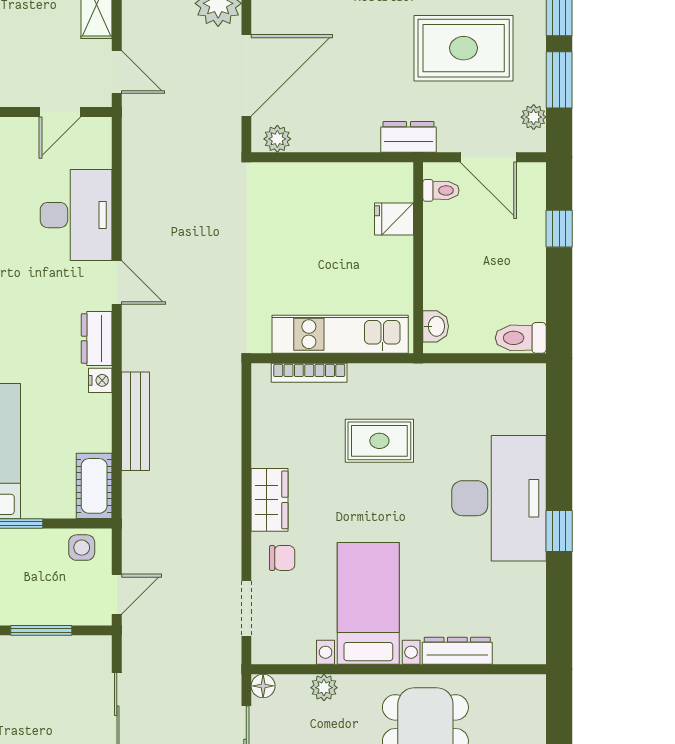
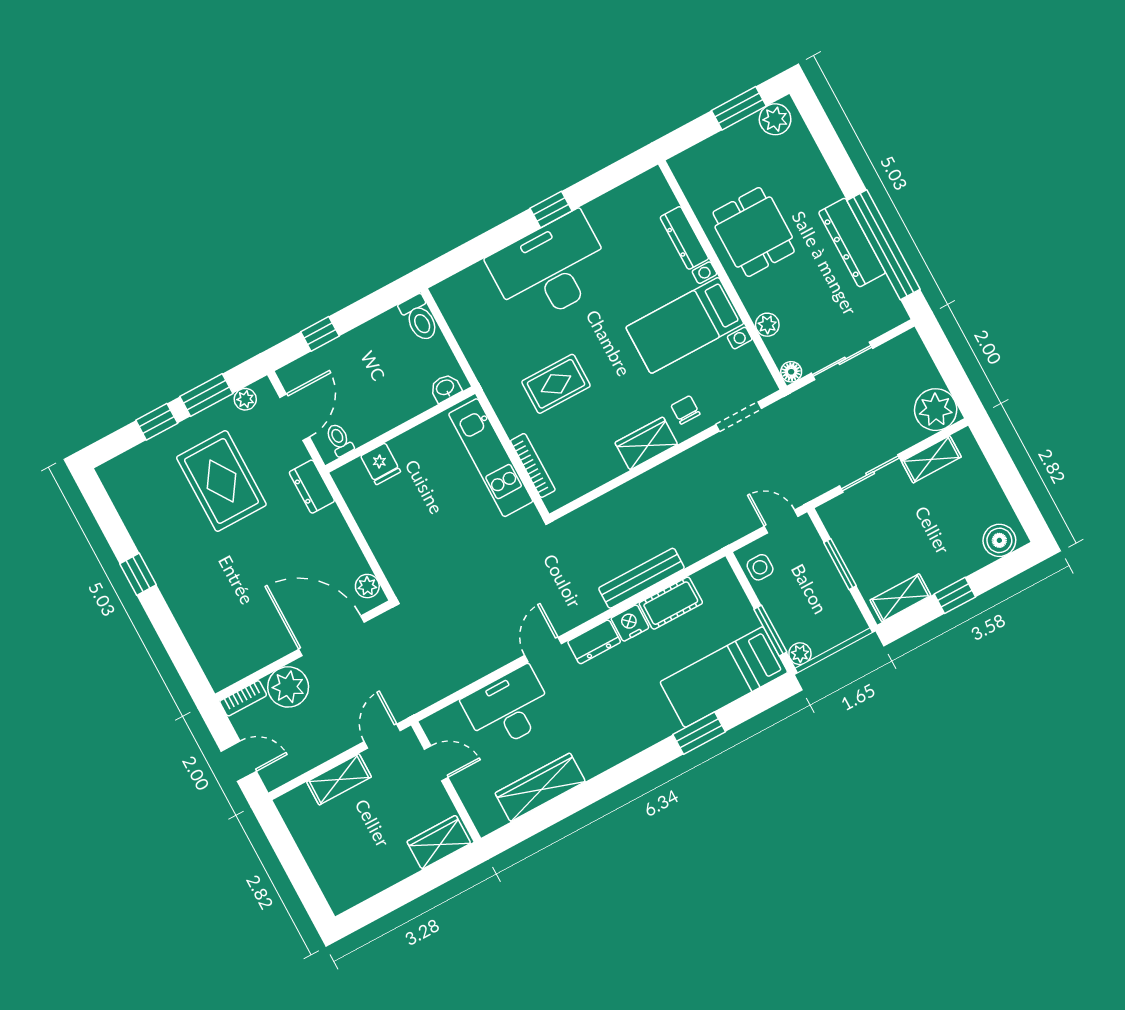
nightstand: (100, 380) -> (630, 623), width x1.39, depth x1.35
rug: (379, 441) -> (556, 384), turned 90
cot: (94, 486) -> (671, 603), moved

